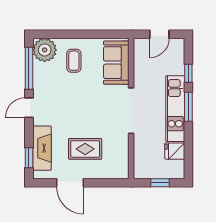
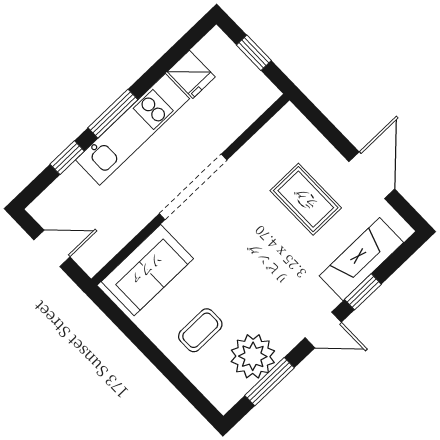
plant: (45, 50) -> (253, 356), moved
window: (29, 68) -> (270, 382), width x0.69
window: (29, 158) -> (363, 292), moved

